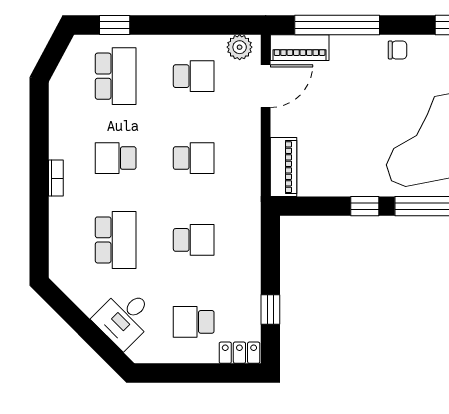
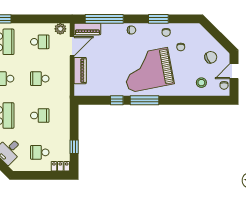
school desk: (194, 158) -> (40, 79), turned 180
piano: (284, 167) -> (80, 71), moved

